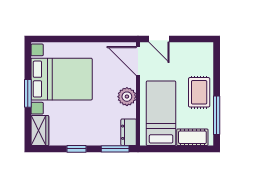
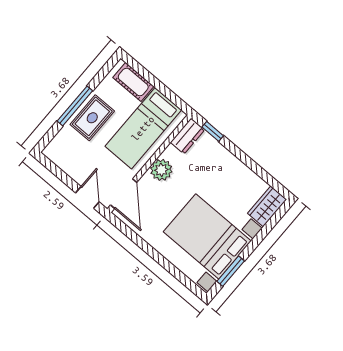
window: (28, 93) -> (231, 271), moved
window: (217, 115) -> (75, 106), moved
window: (76, 149) -> (248, 161), removed
window: (115, 149) -> (213, 131), width x0.67

